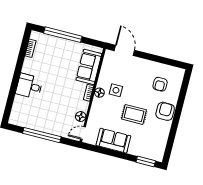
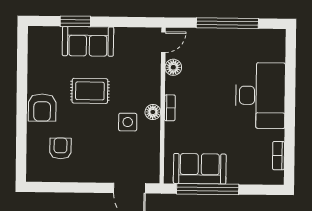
window: (63, 35) -> (208, 189), moved
sofa: (89, 67) -> (200, 169), moved, turned -90
desk: (29, 86) -> (260, 95), width x1.87, depth x1.30
sofa: (113, 141) -> (88, 41), moved
window: (146, 162) -> (75, 21), moved

